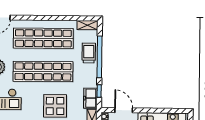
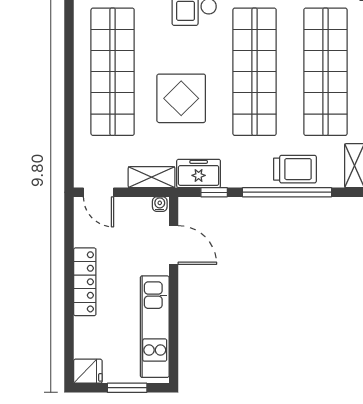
door: (124, 110) -> (174, 245), hinge flipped

